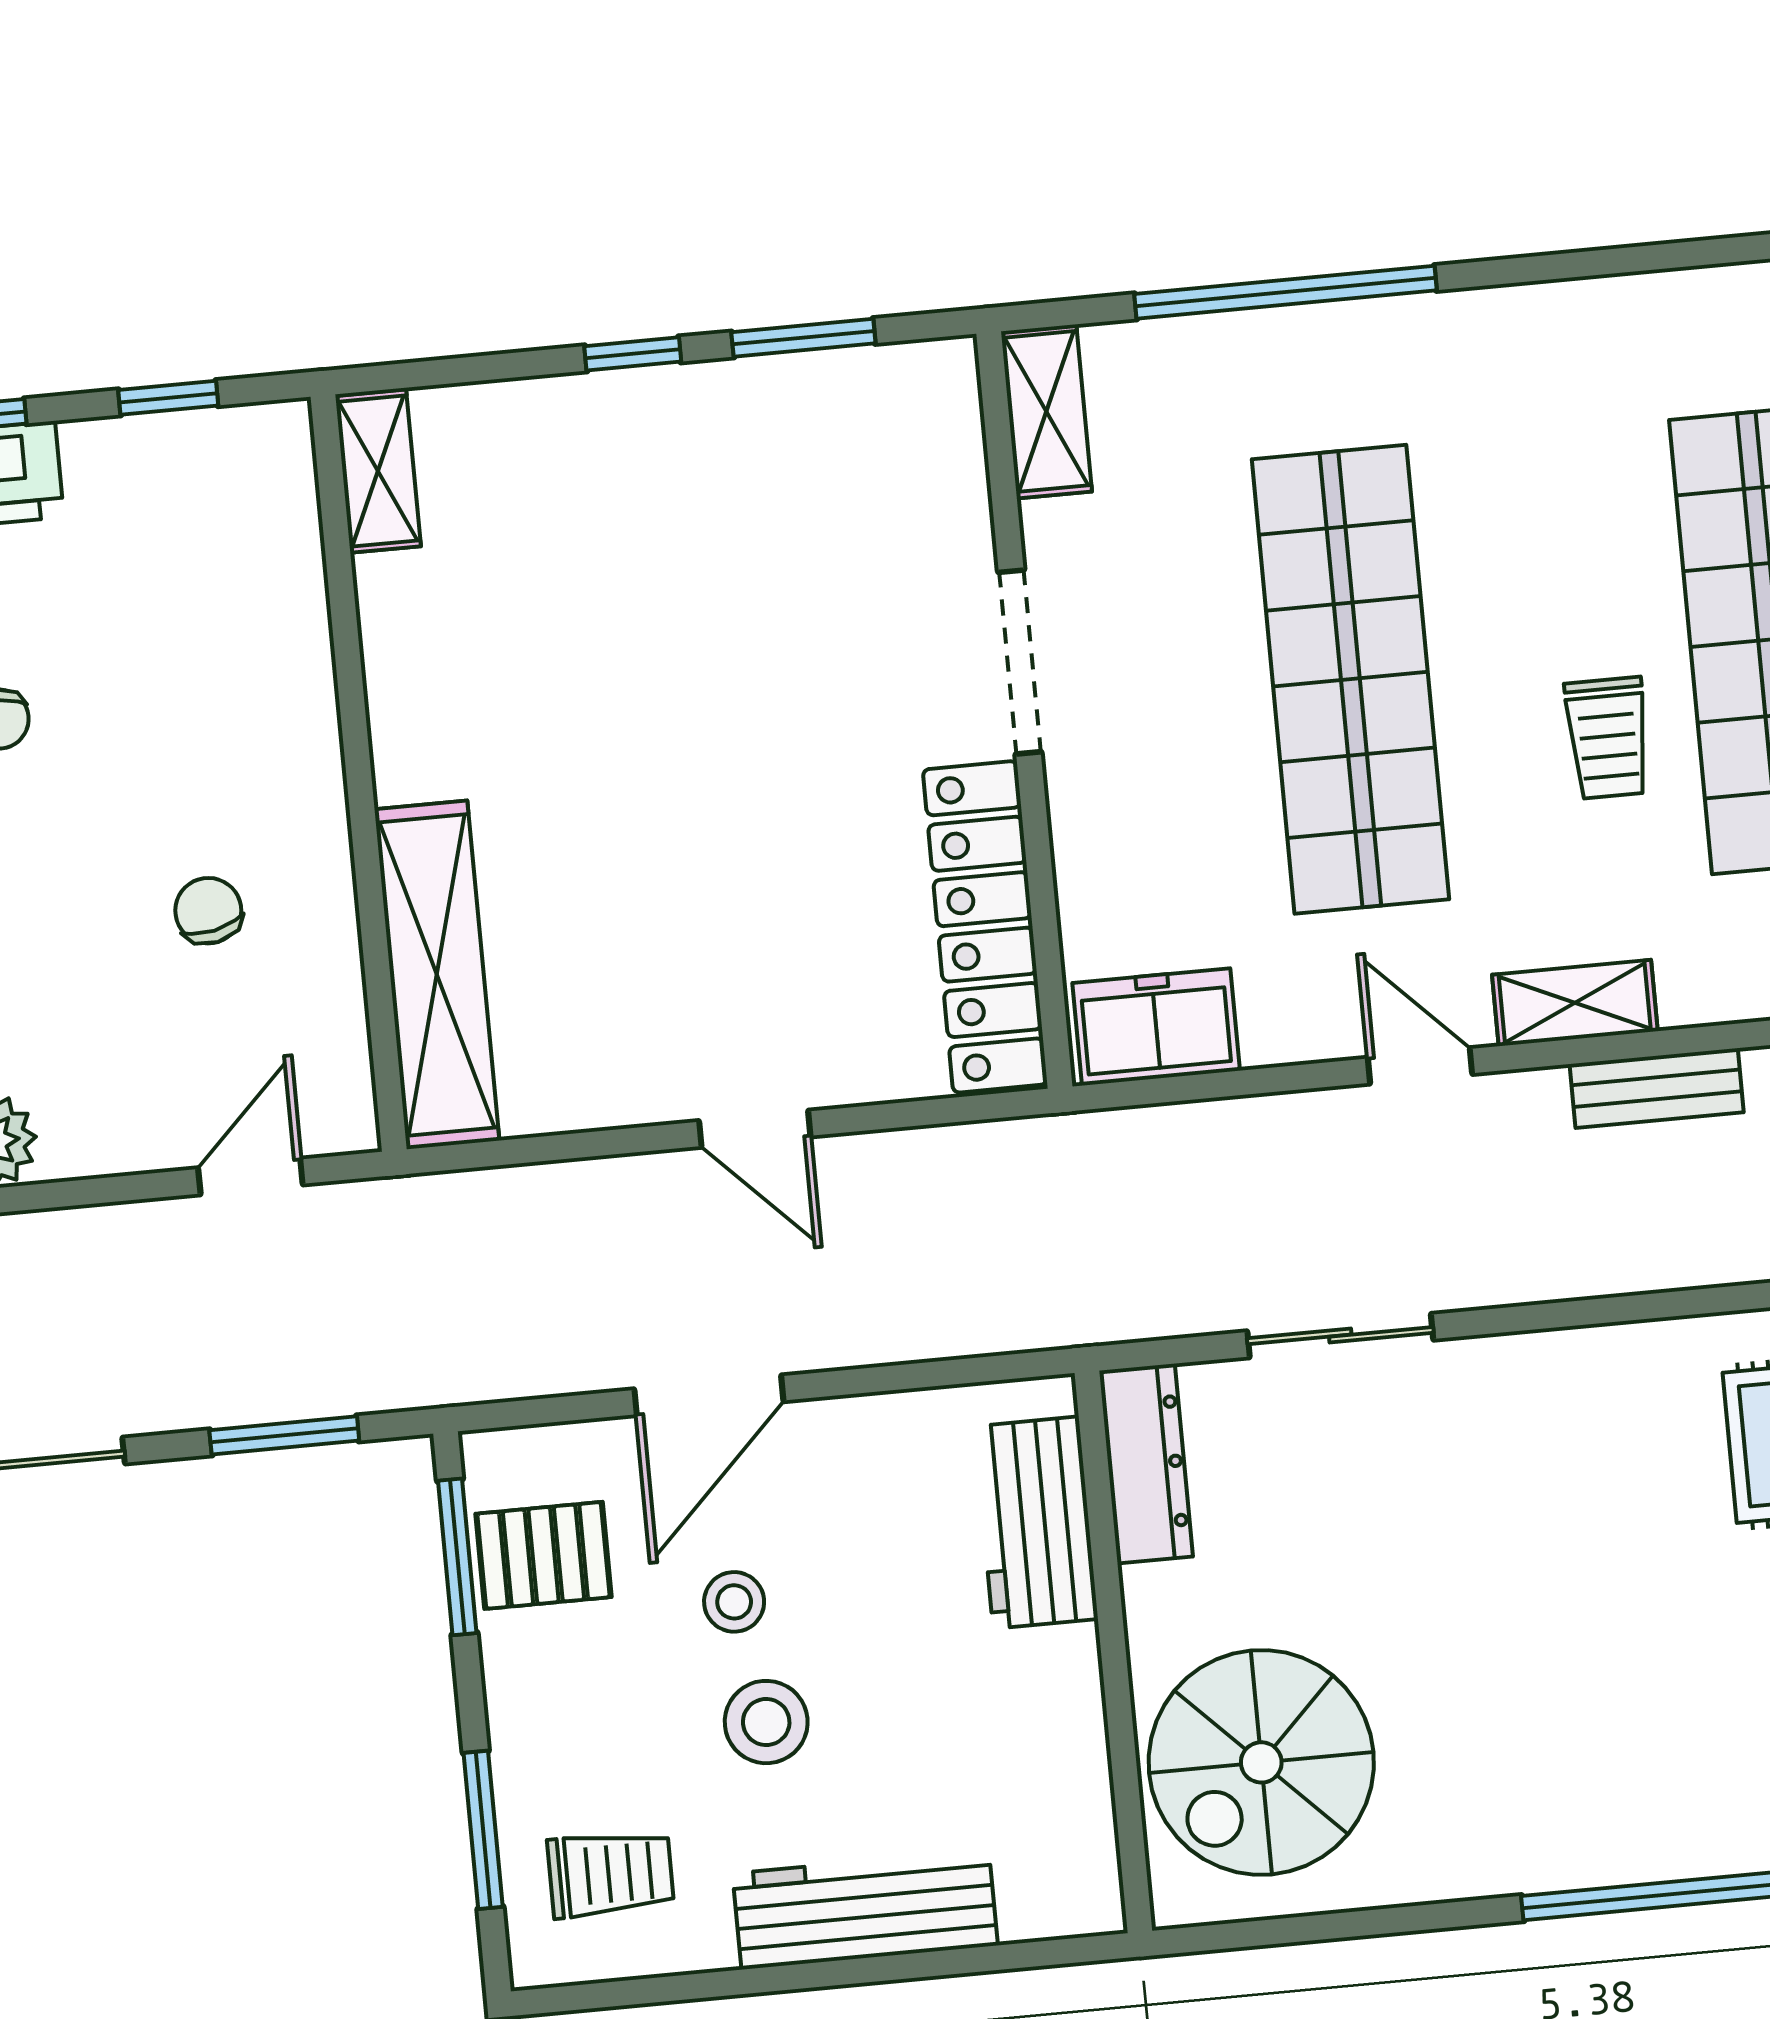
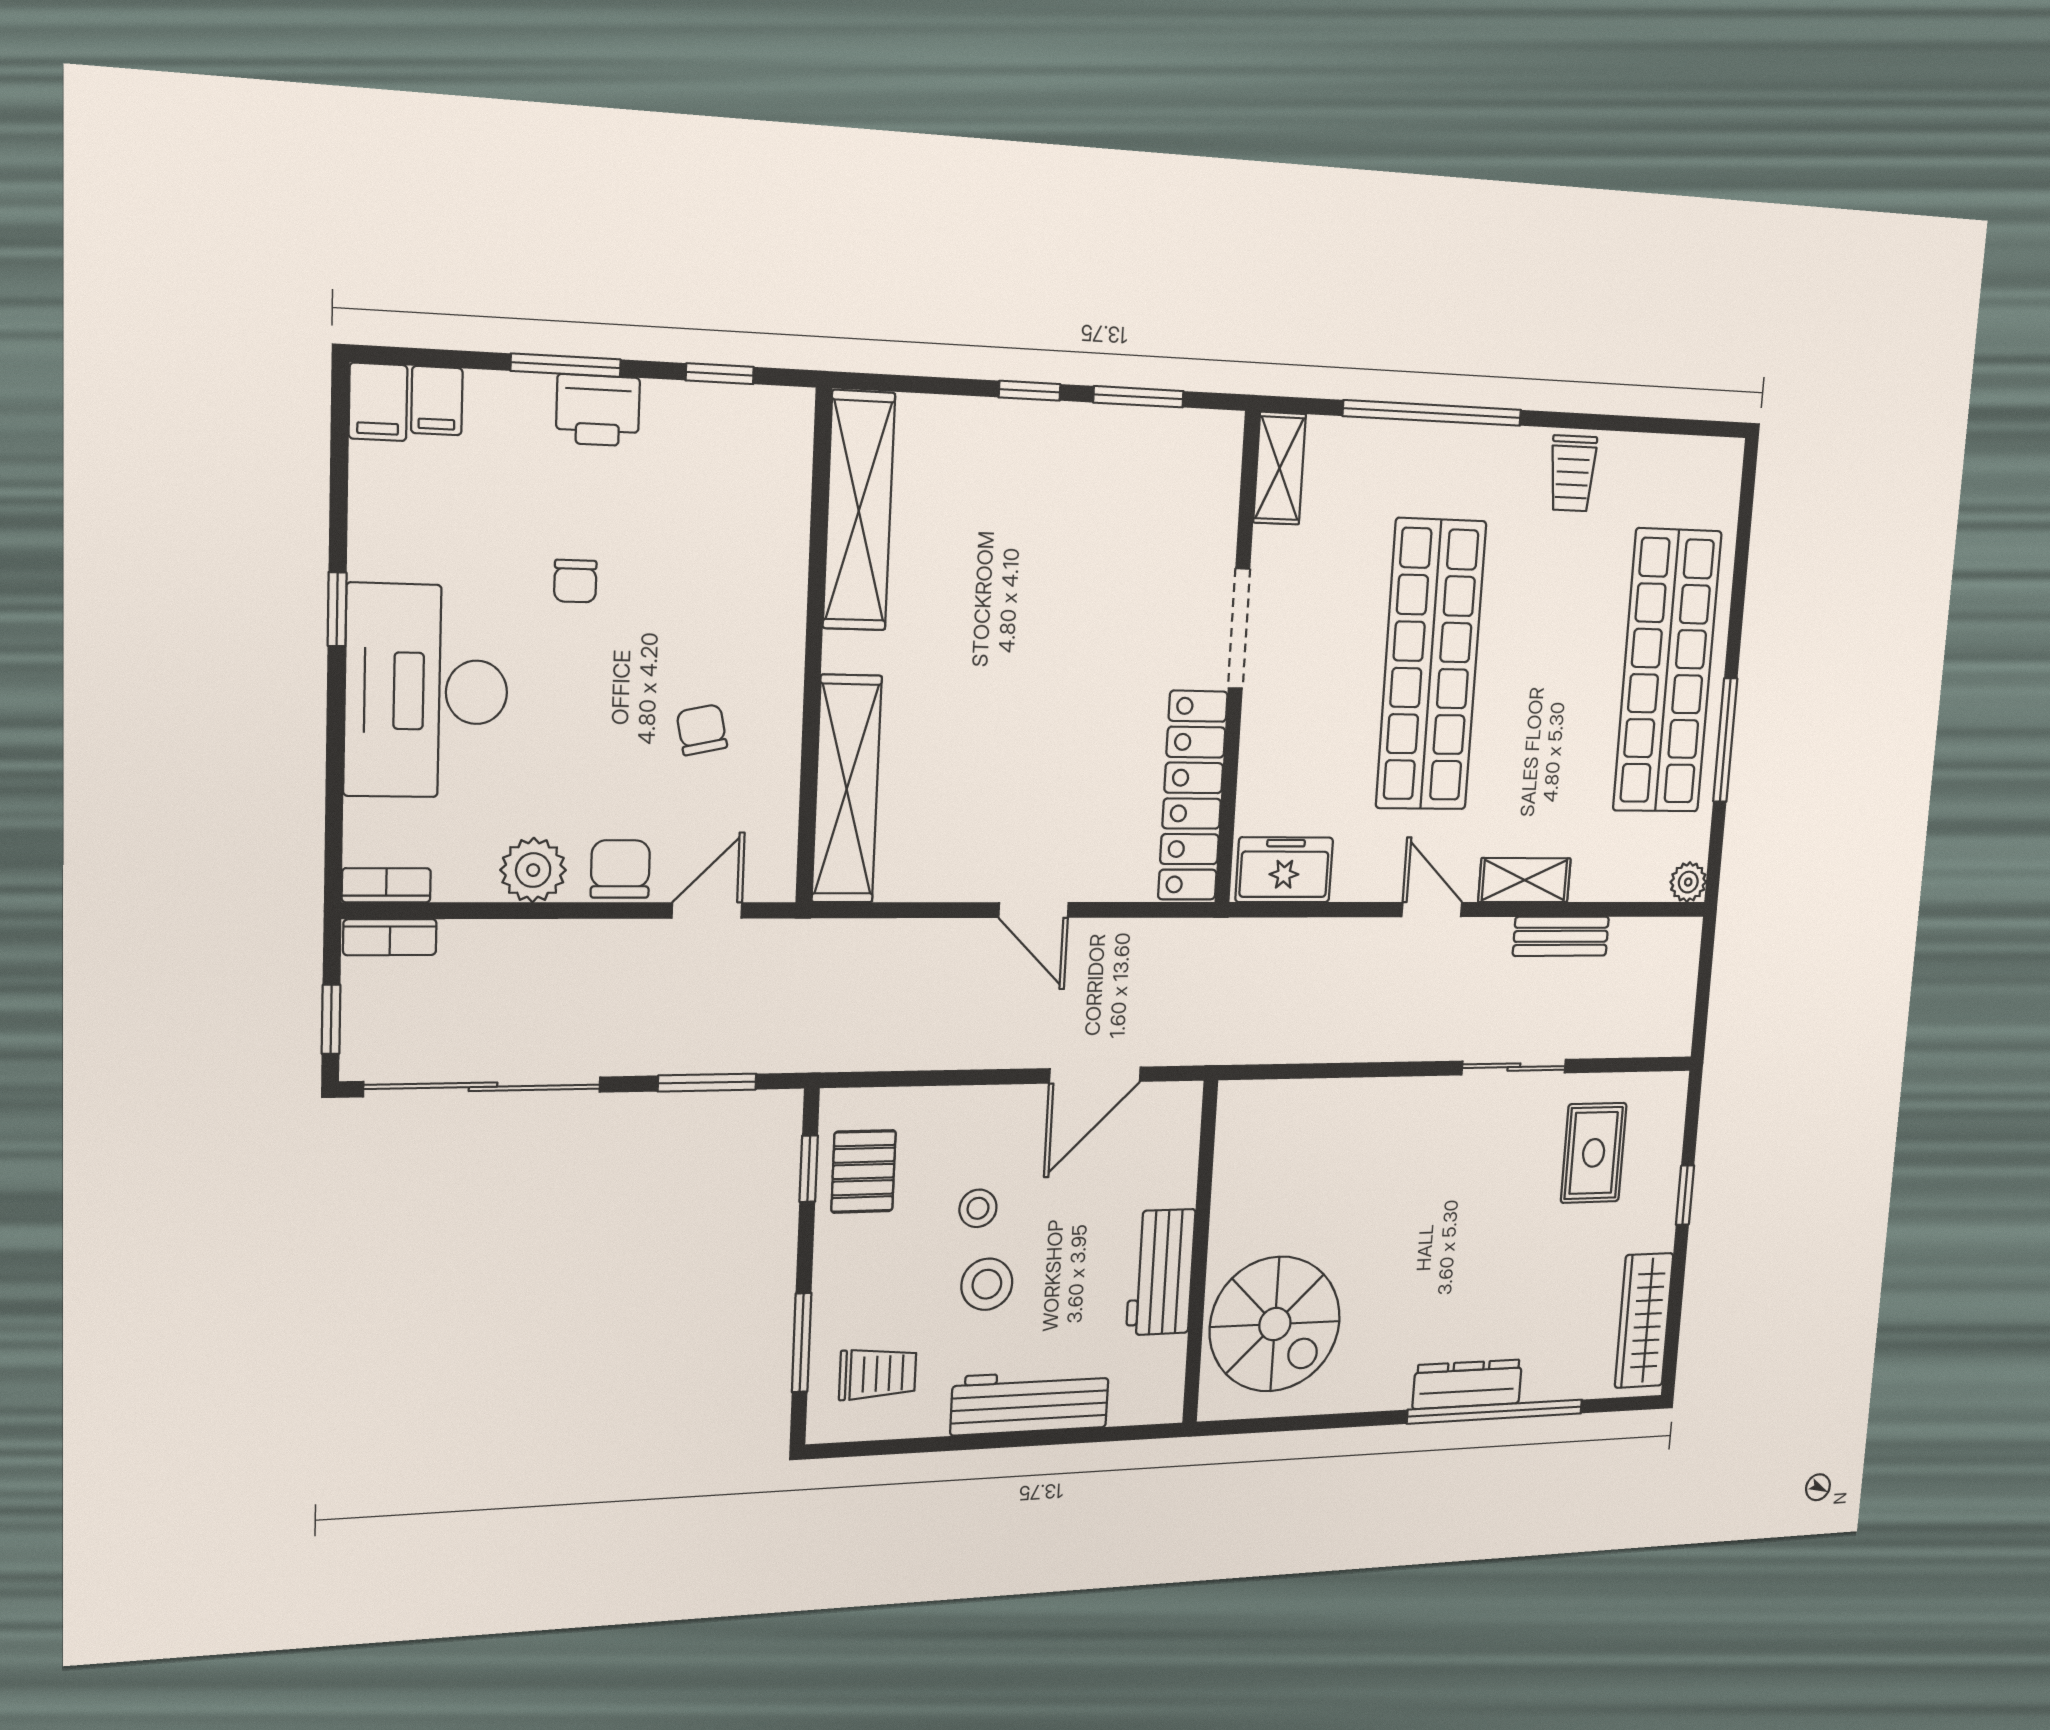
shelving: (378, 471) -> (859, 511), width x2.20, depth x1.33
trolley: (1608, 738) -> (1573, 473), moved
chair: (115, 1127) -> (620, 869), added
sliding door: (1340, 1336) -> (1514, 1067), moved
door: (709, 1395) -> (1095, 1075), moved
dresser: (1146, 1464) -> (1467, 1384), moved, turned -90
workbench: (1036, 1523) -> (1161, 1272), moved
pallet: (544, 1555) -> (864, 1171), turned 90
window: (457, 1557) -> (809, 1169), width x0.67
spiral stairs: (1261, 1762) -> (1275, 1324), turned -90

